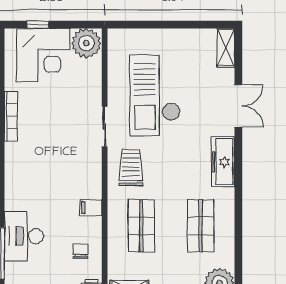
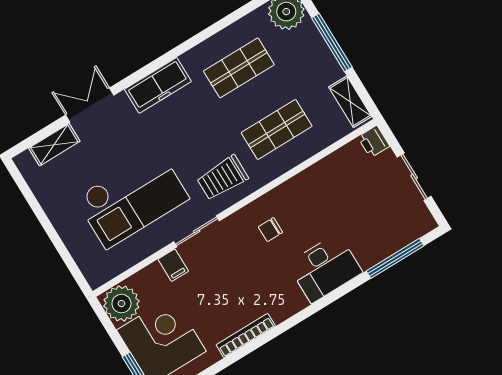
shelving: (226, 48) -> (54, 145), moved
filing cabinet: (91, 208) -> (173, 265), moved
desk: (24, 236) -> (325, 268), moved
chair: (81, 251) -> (270, 230), moved

